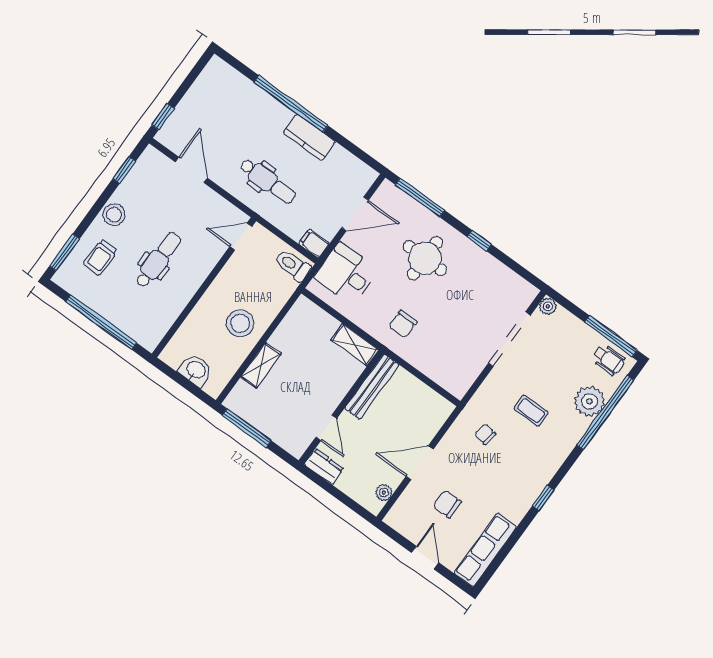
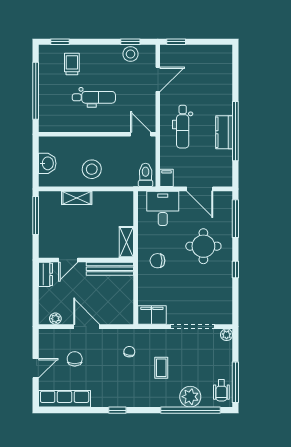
window: (291, 104) -> (235, 131), moved
stool: (114, 215) -> (131, 54), moved
window: (64, 252) -> (60, 42), width x0.67
trolley: (100, 257) -> (72, 64), turned 90
filing cabinet: (461, 377) -> (152, 315), added

